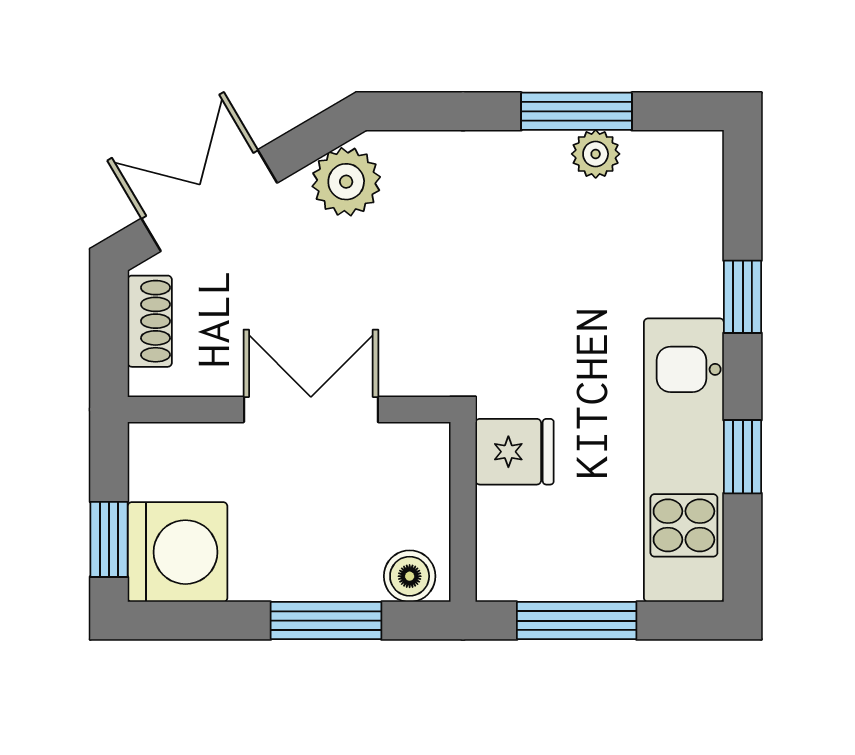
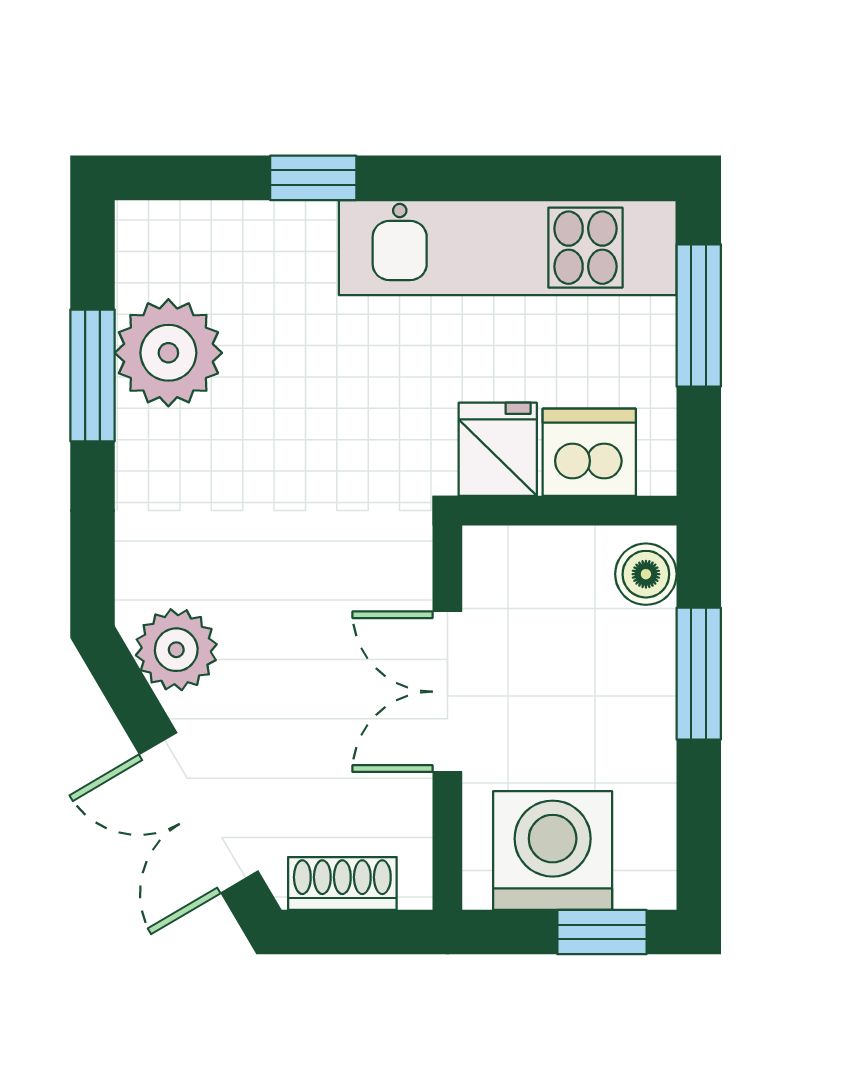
plant: (596, 154) -> (168, 353), width x1.87, depth x1.87
window: (743, 457) -> (504, 178), removed
dishwasher: (512, 529) -> (589, 452), added
washing machine: (178, 552) -> (553, 850), moved
window: (577, 621) -> (699, 315), moved

